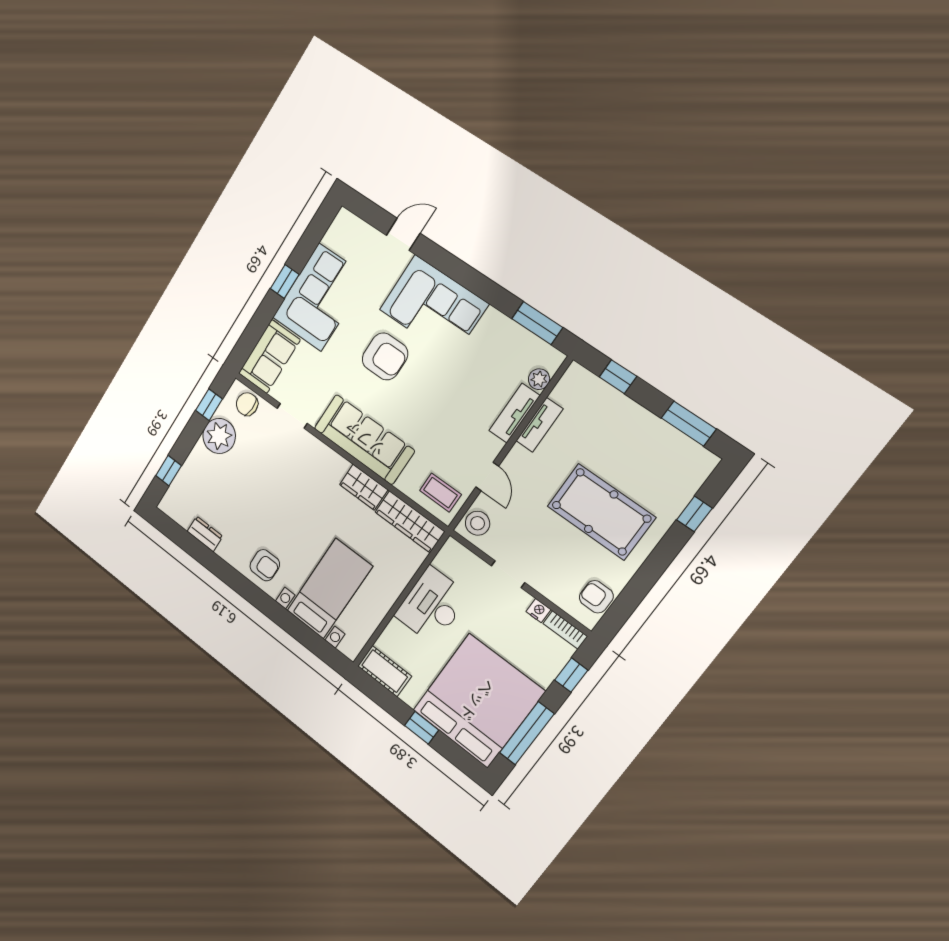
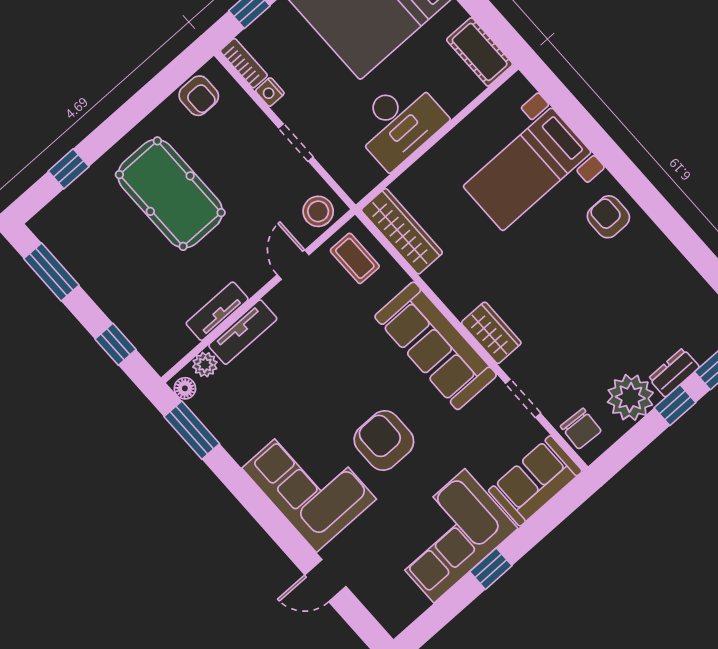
floor lamp: (551, 356) -> (185, 388), added
window: (209, 405) -> (675, 405), moved
wardrobe: (364, 487) -> (491, 333), moved
dresser: (205, 534) -> (674, 373), moved, turned 90

